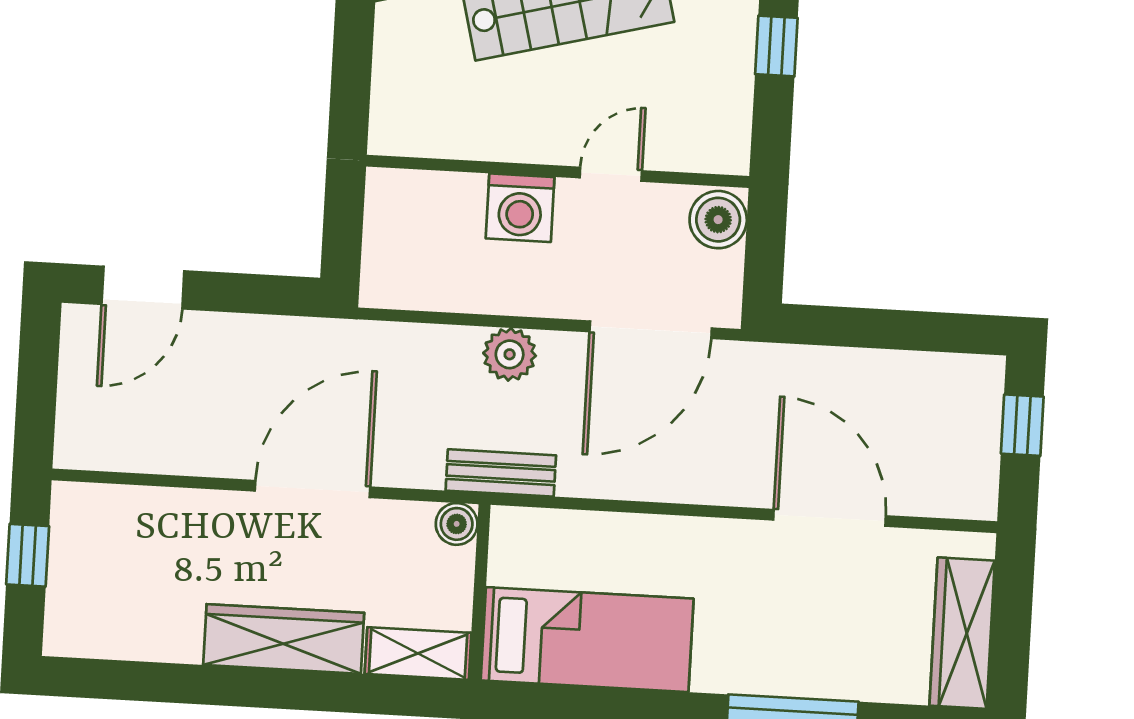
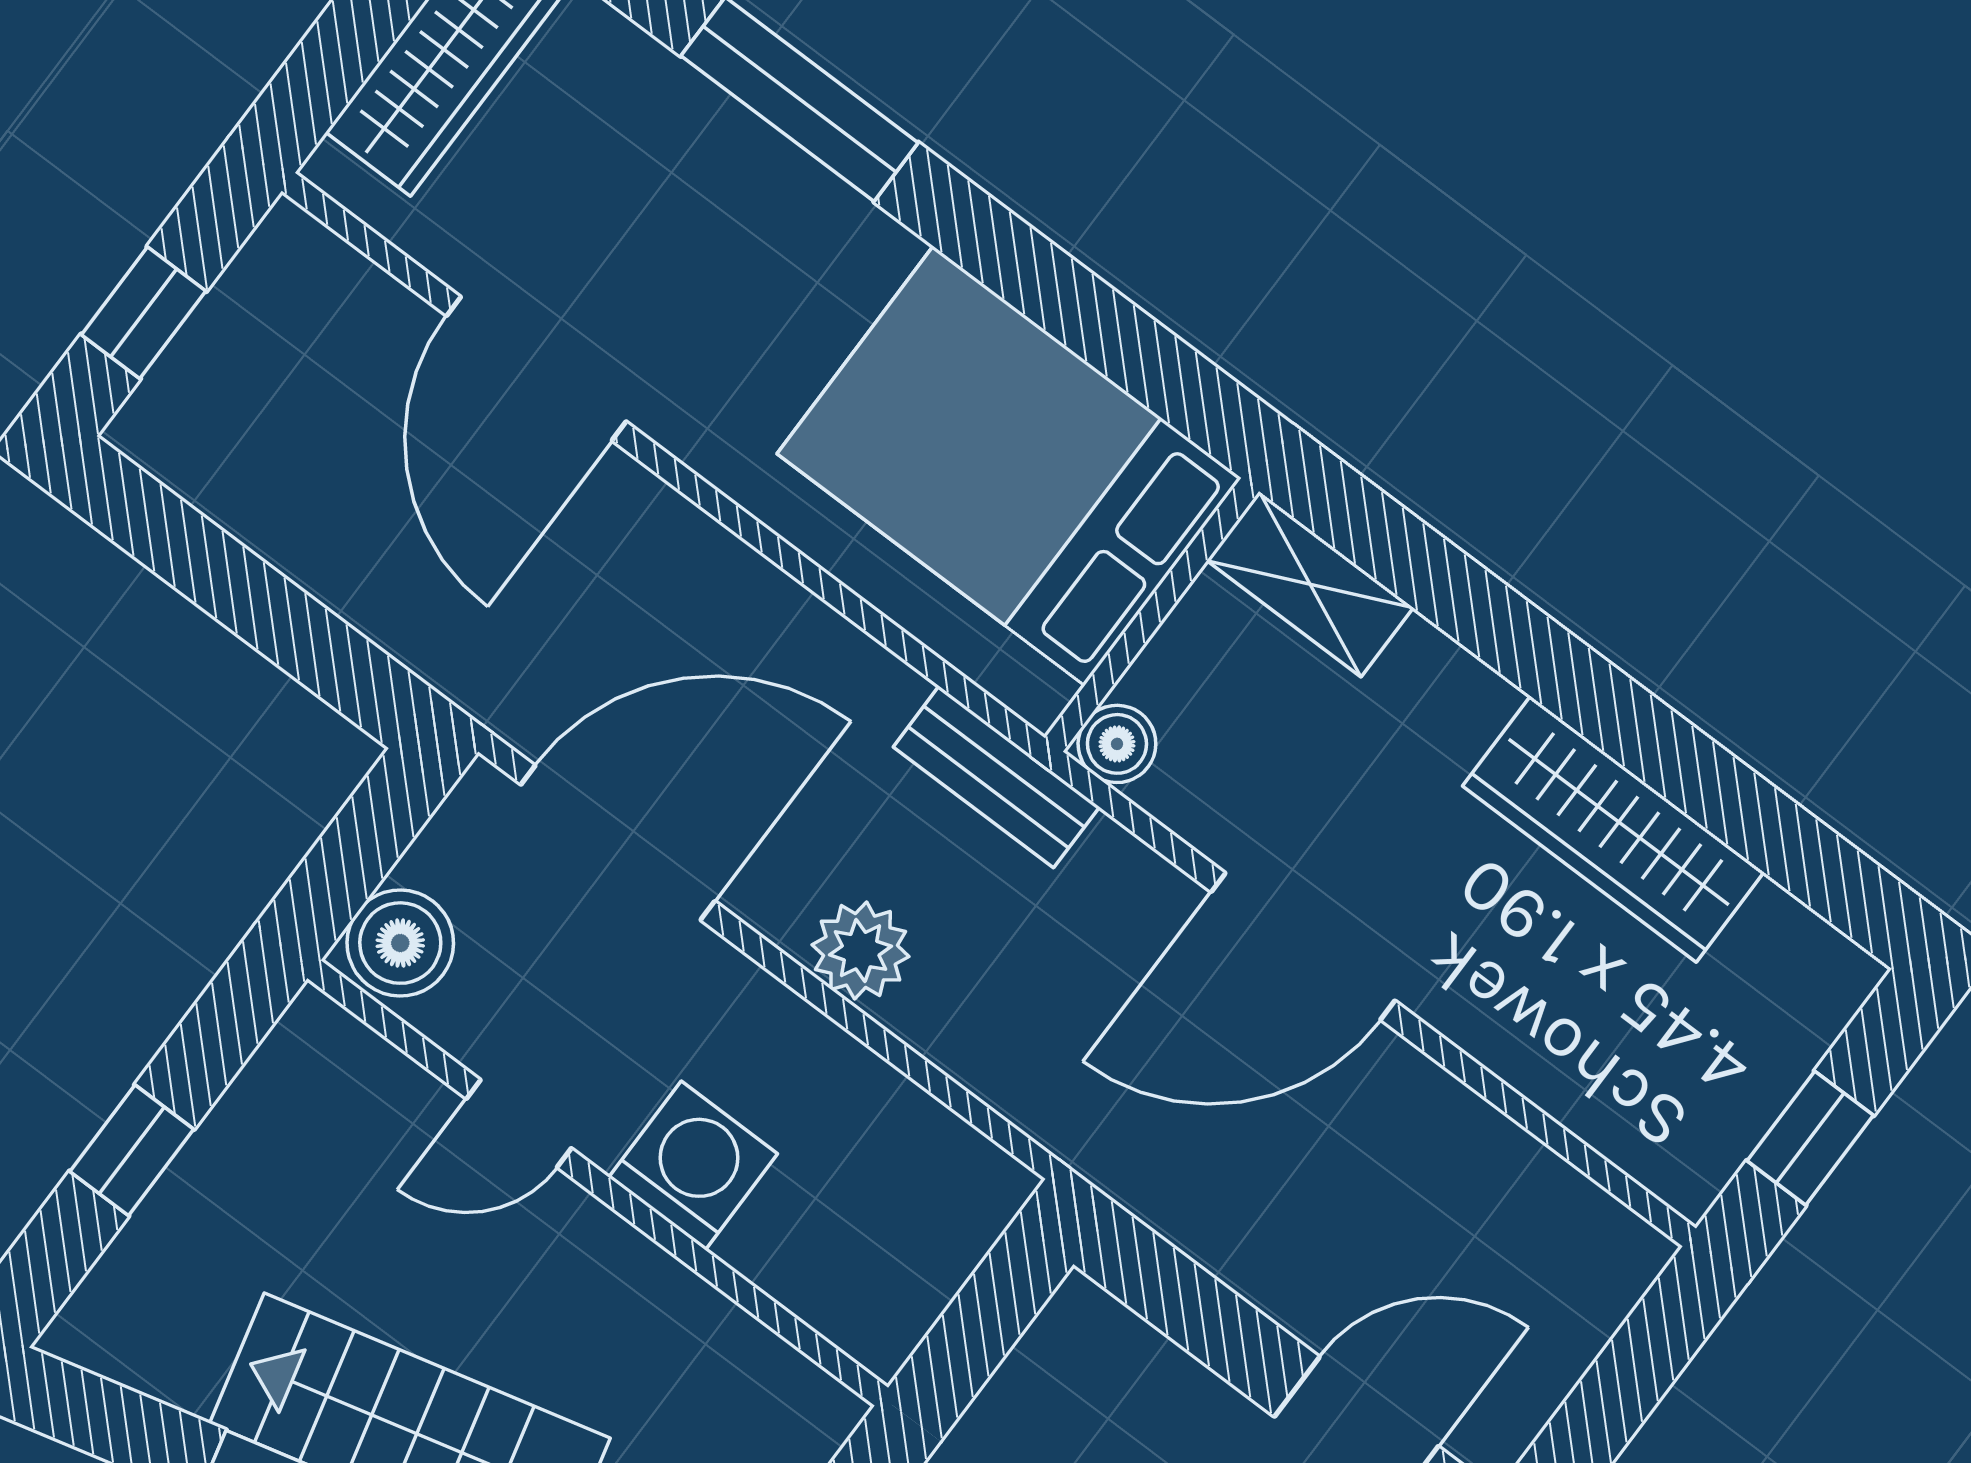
wardrobe: (284, 639) -> (1613, 829), moved
bed: (587, 640) -> (1009, 466), width x1.50

